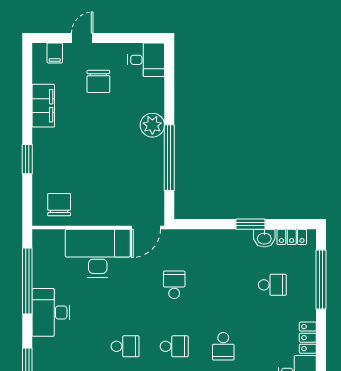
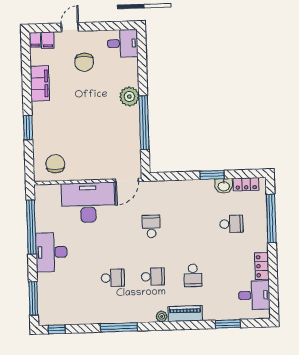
filing cabinet: (39, 52) -> (35, 40), added

